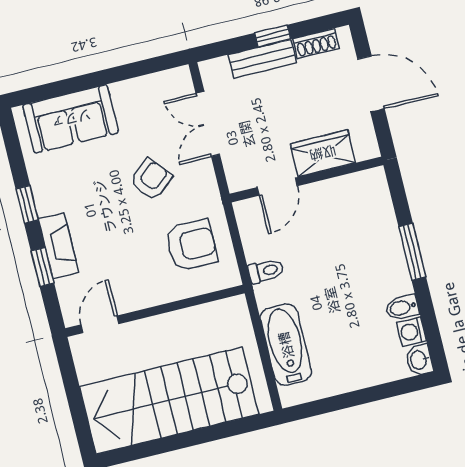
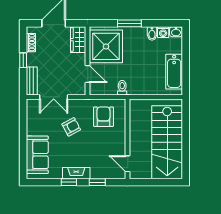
bench: (262, 59) -> (32, 81), moved
wardrobe: (323, 153) -> (78, 40), moved
armchair: (151, 179) -> (71, 127), turned 102
shower: (348, 212) -> (106, 46), added
fireplace: (59, 246) -> (76, 173), moved
bathtub: (286, 345) -> (174, 72), moved, turned -90

